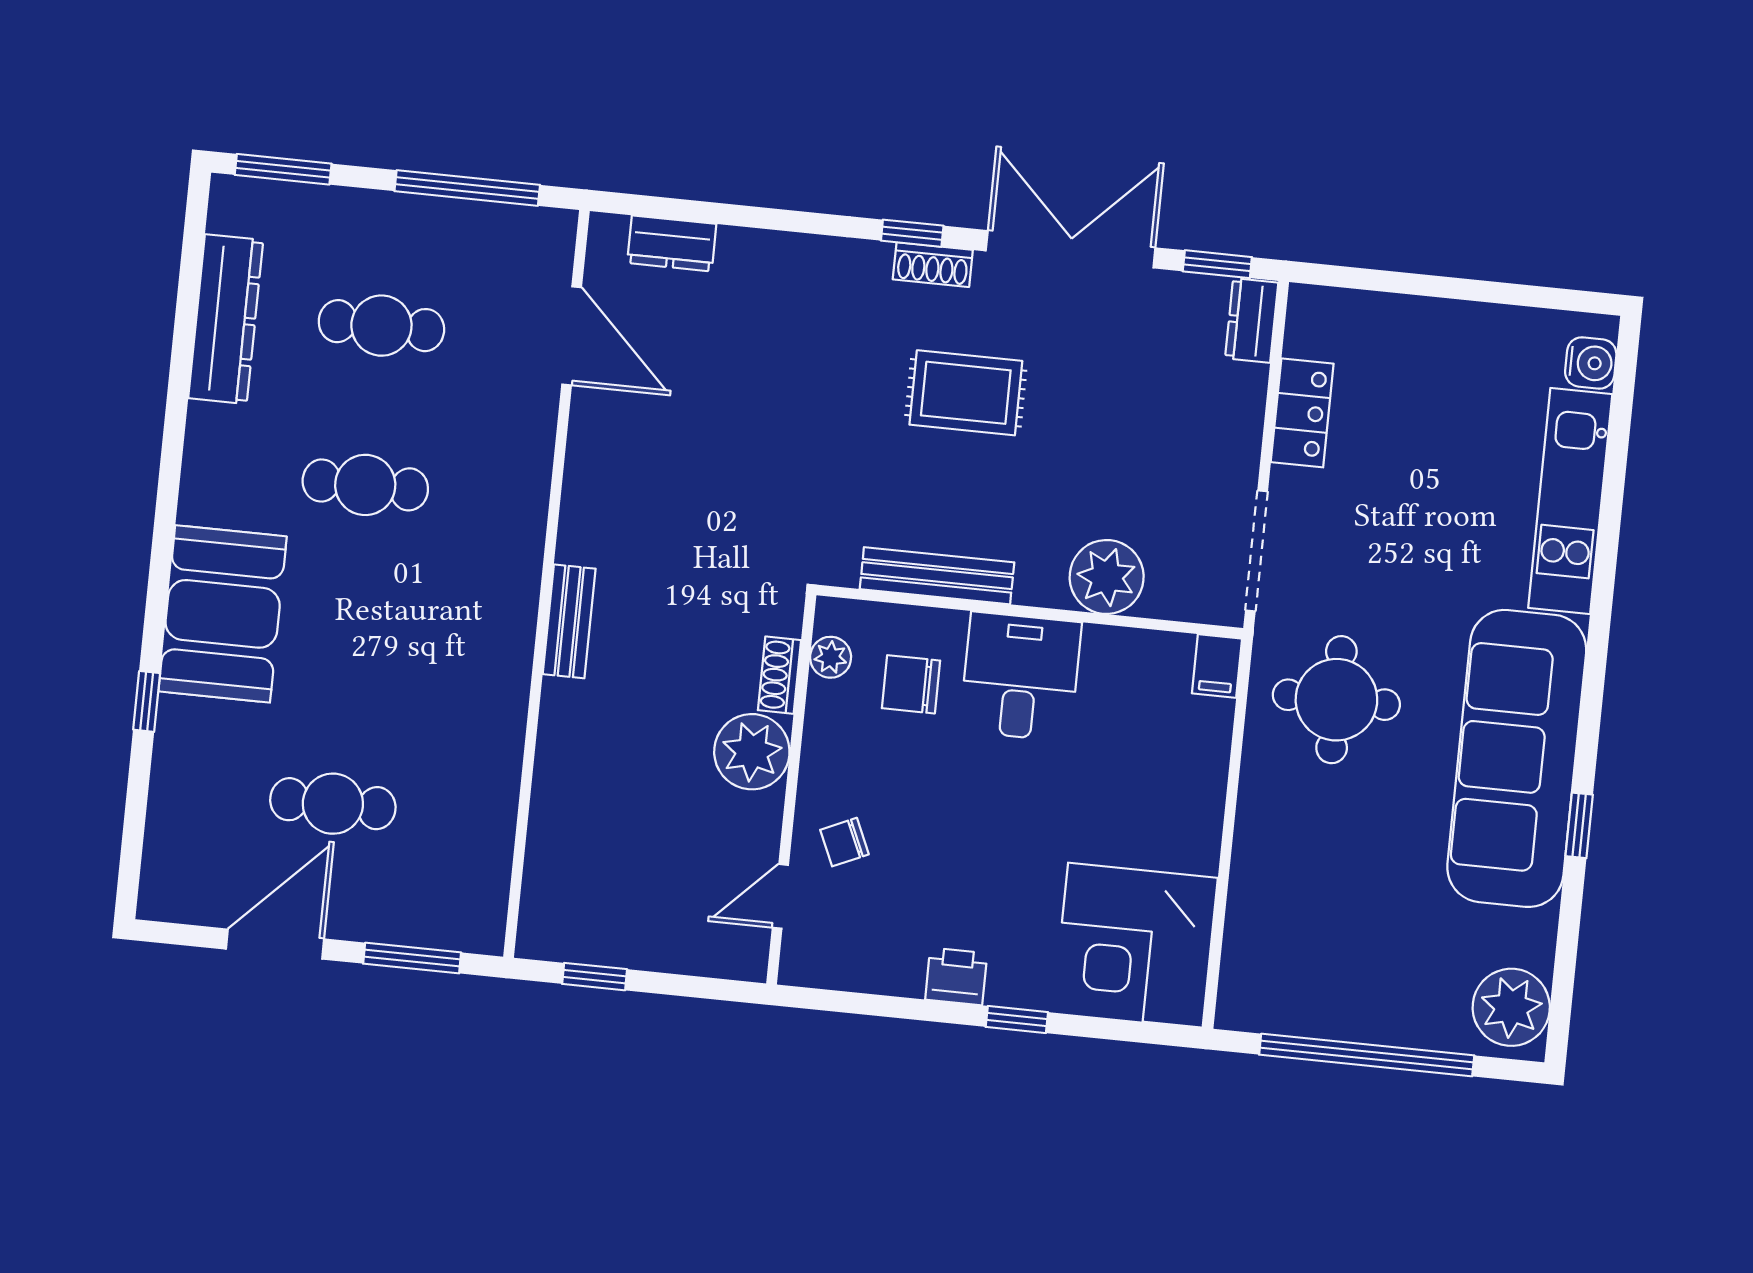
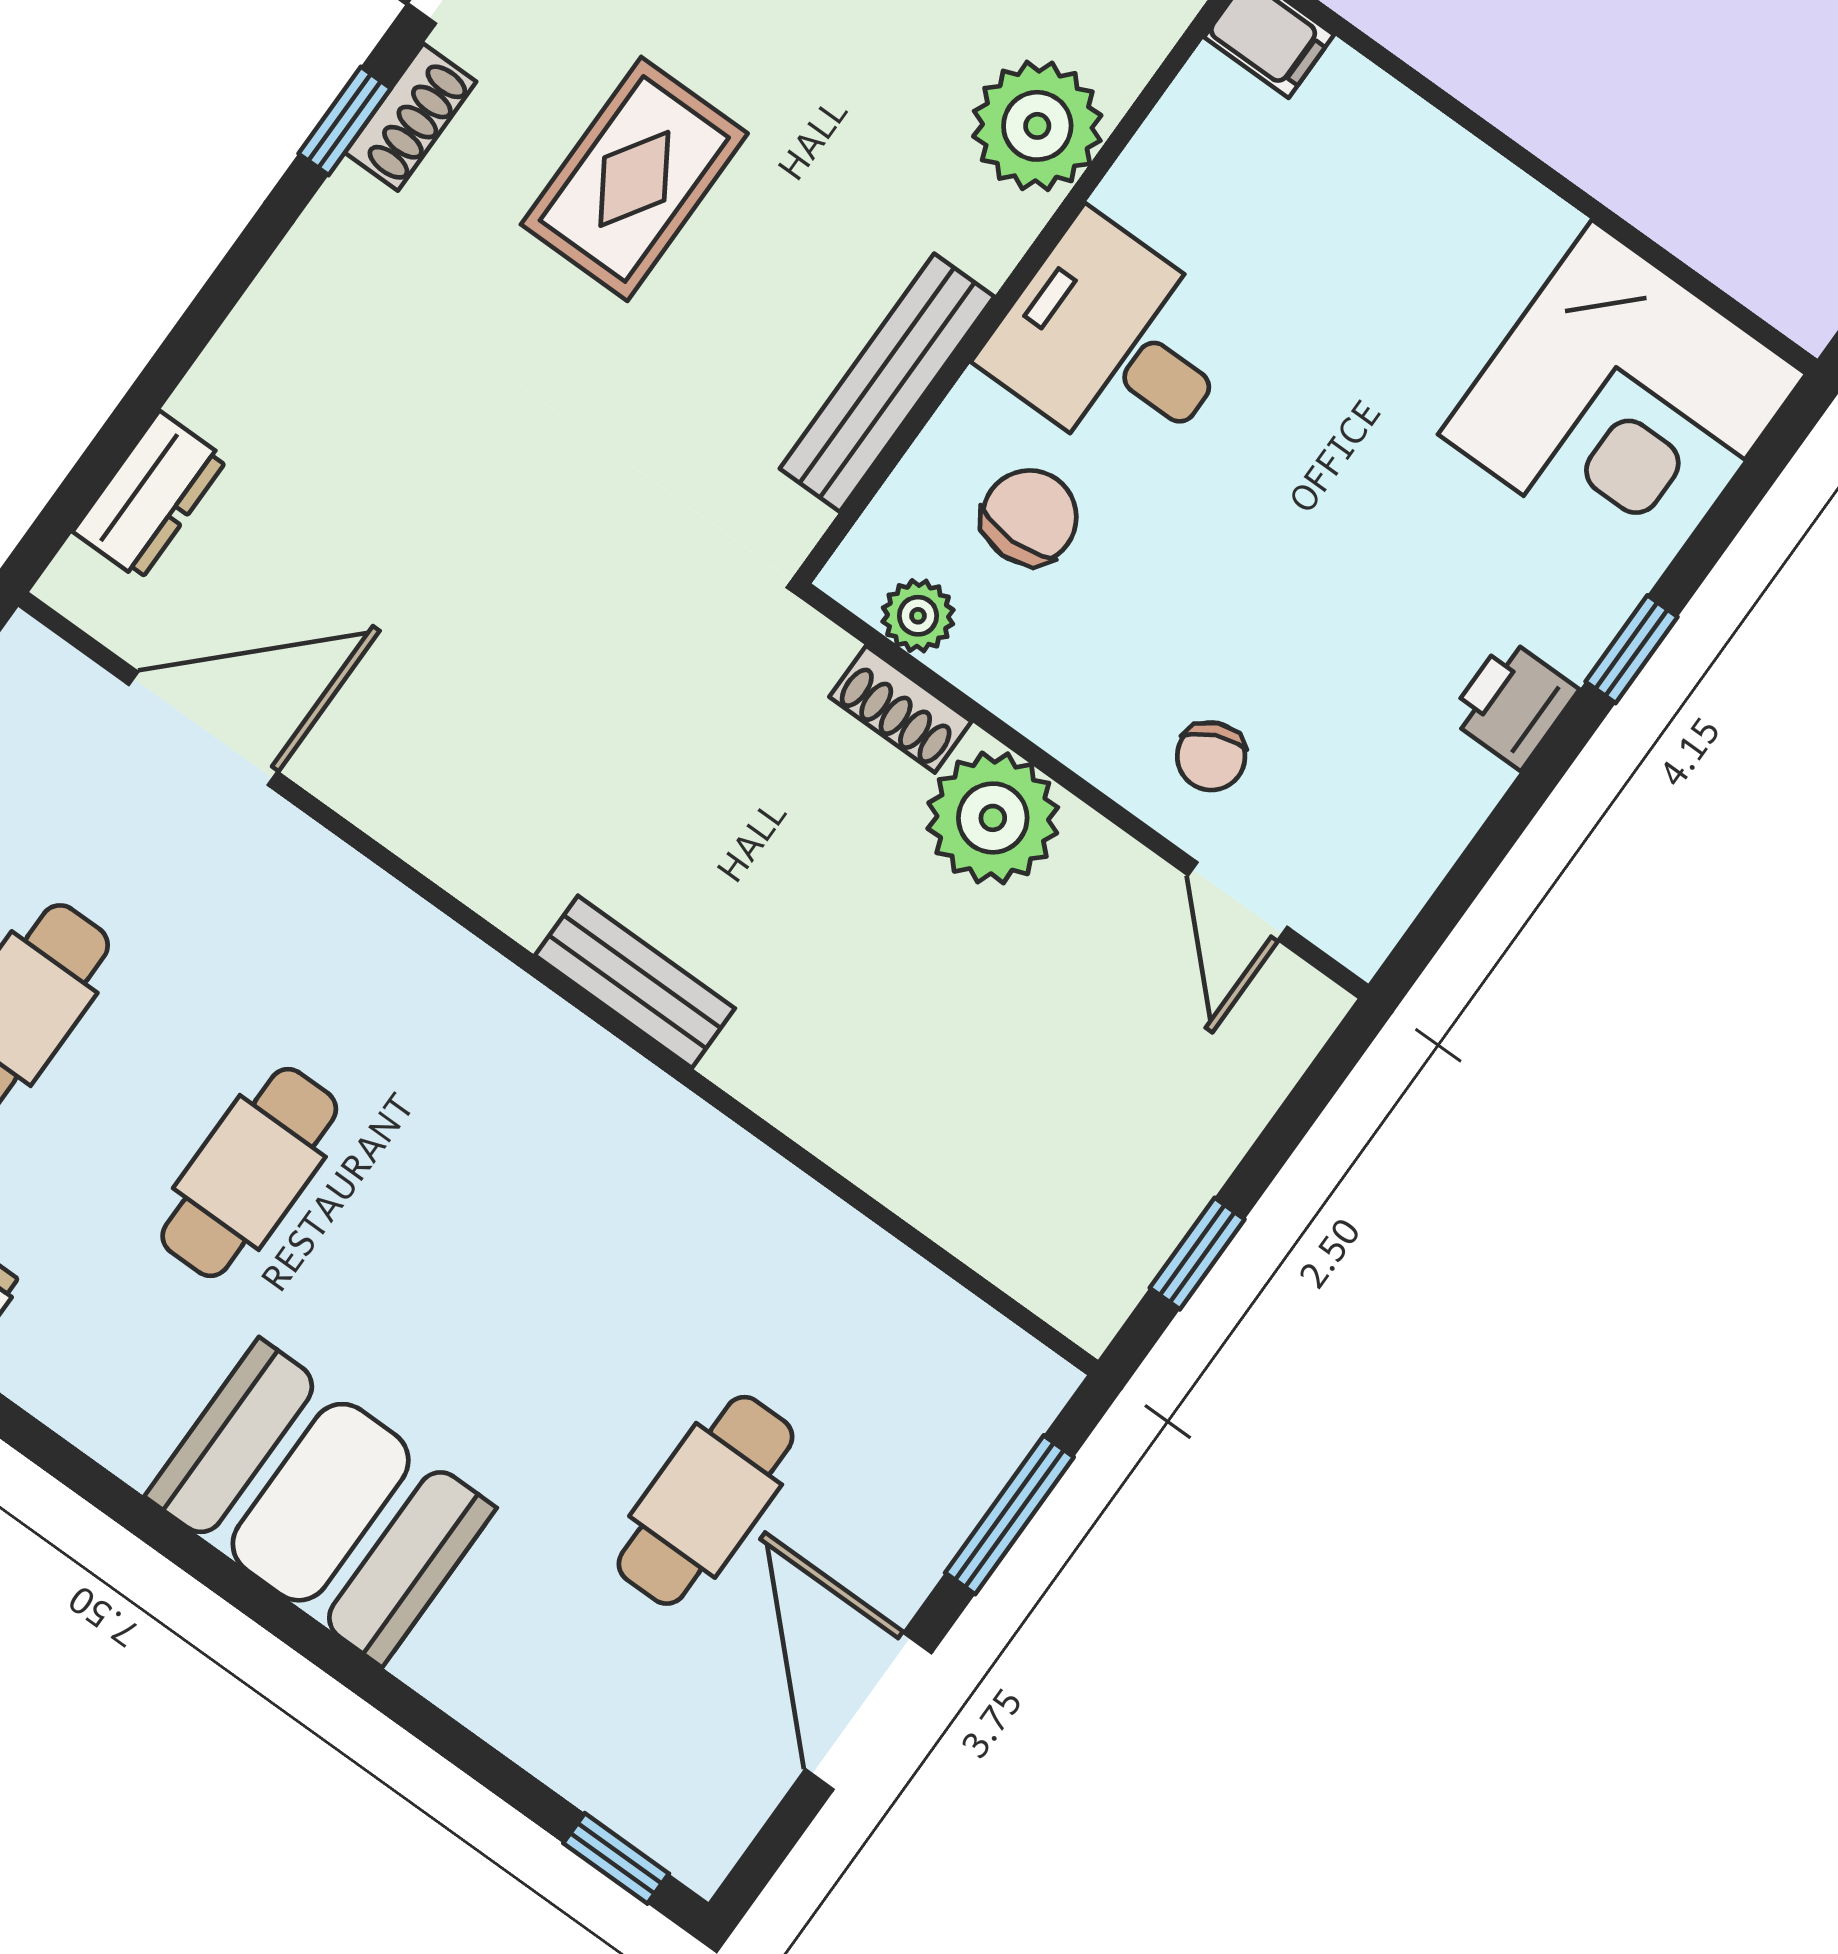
chair: (911, 684) -> (1029, 517), turned 180
window: (147, 701) -> (616, 1858), moved

